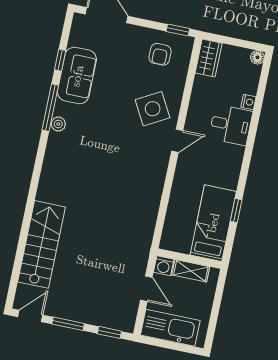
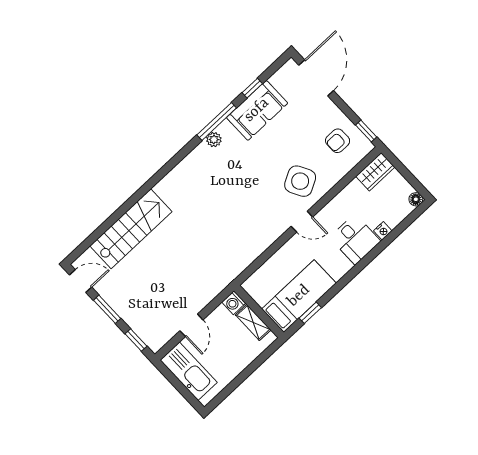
bed: (213, 223) -> (299, 296), moved
wall: (189, 259) -> (259, 311), moved
washing machine: (164, 266) -> (234, 303), moved
shelving: (191, 271) -> (253, 322), moved

